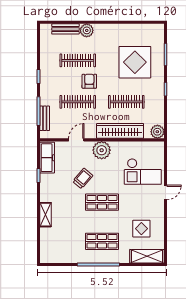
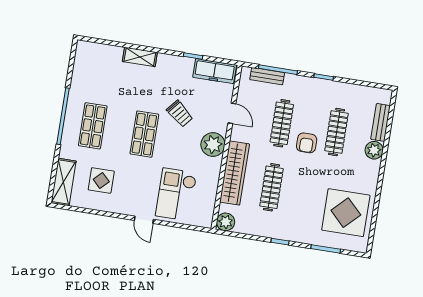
display table: (135, 62) -> (346, 213), moved
armchair: (89, 81) -> (307, 143), turned 90

